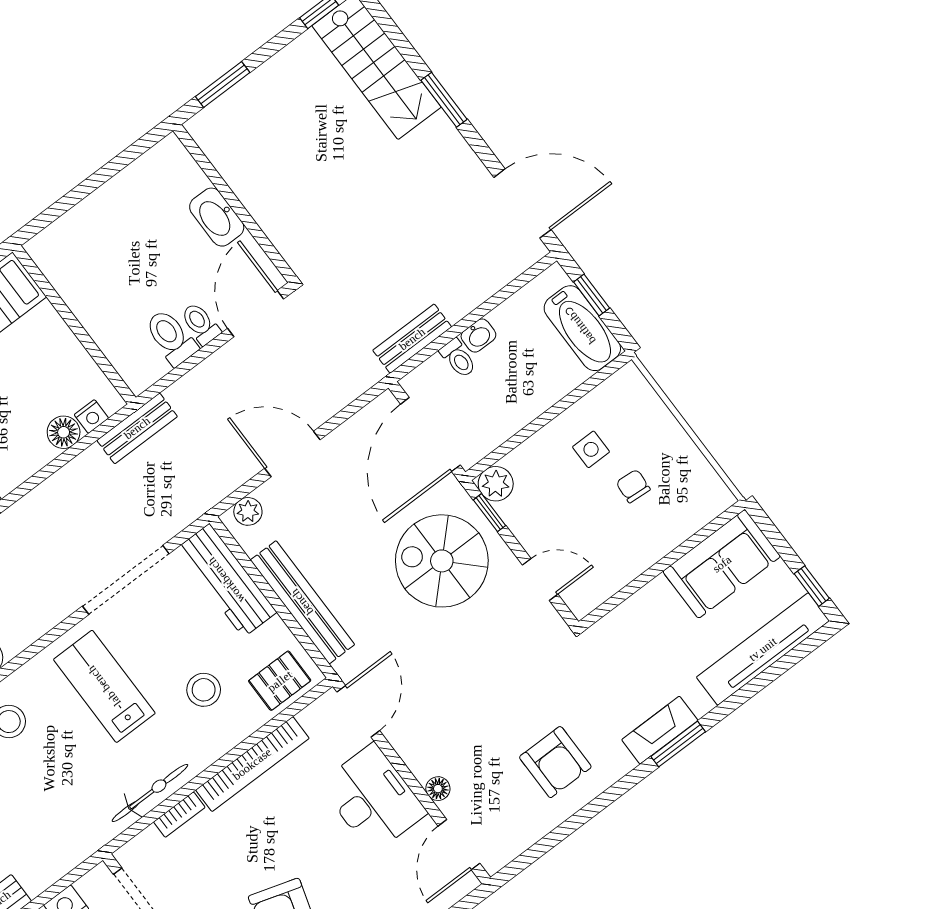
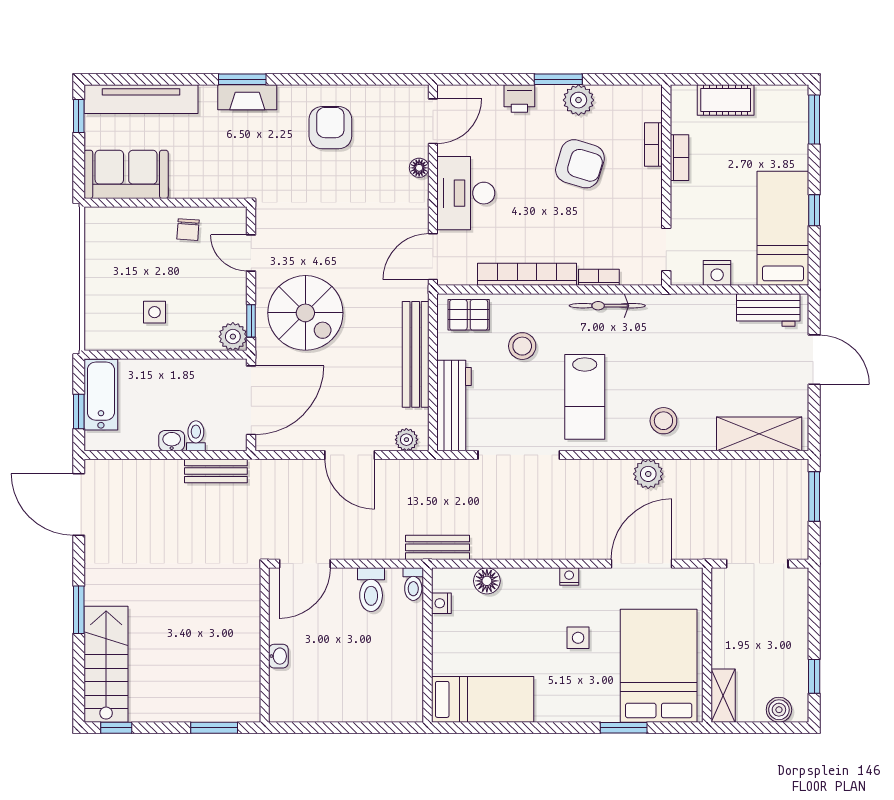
washbasin: (217, 217) -> (278, 656), width x0.52, depth x0.69
toilet: (200, 324) -> (413, 584), moved
nightstand: (91, 416) -> (441, 603), moved, turned -90
chair: (633, 486) -> (188, 230), moved

